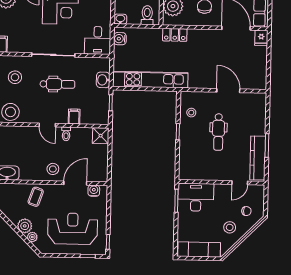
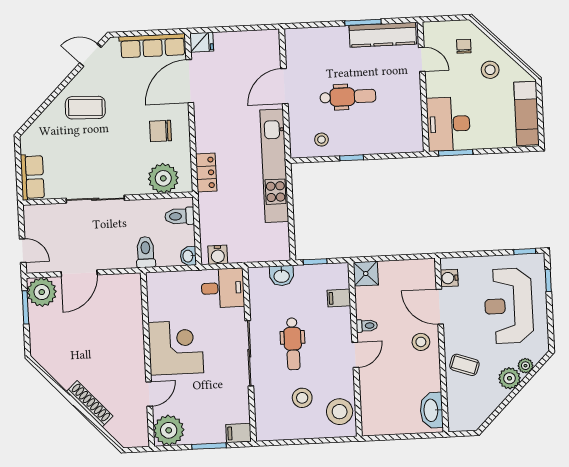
stool: (15, 77) -> (302, 398), moved
kitchen unit: (150, 80) -> (274, 166), moved
dental chair: (57, 84) -> (293, 344), turned 180
filing cabinet: (74, 117) -> (339, 298), moved

